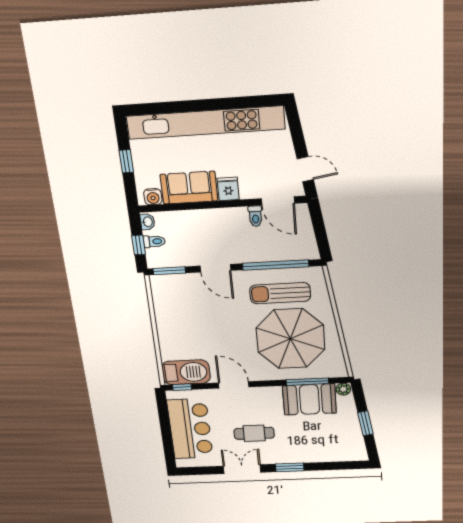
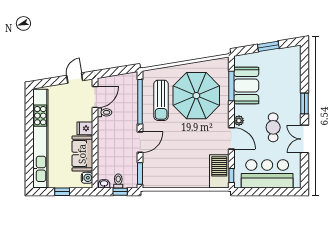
door: (234, 385) -> (231, 138), swing flipped
plant: (343, 389) -> (239, 121), moved

